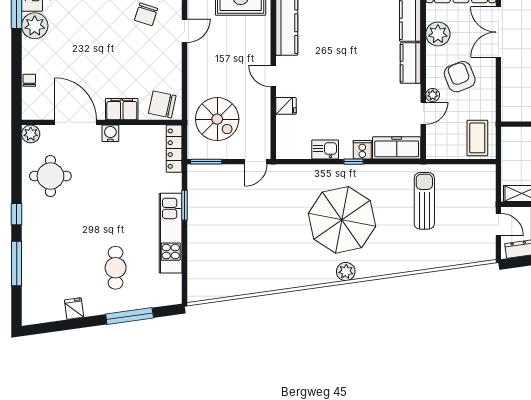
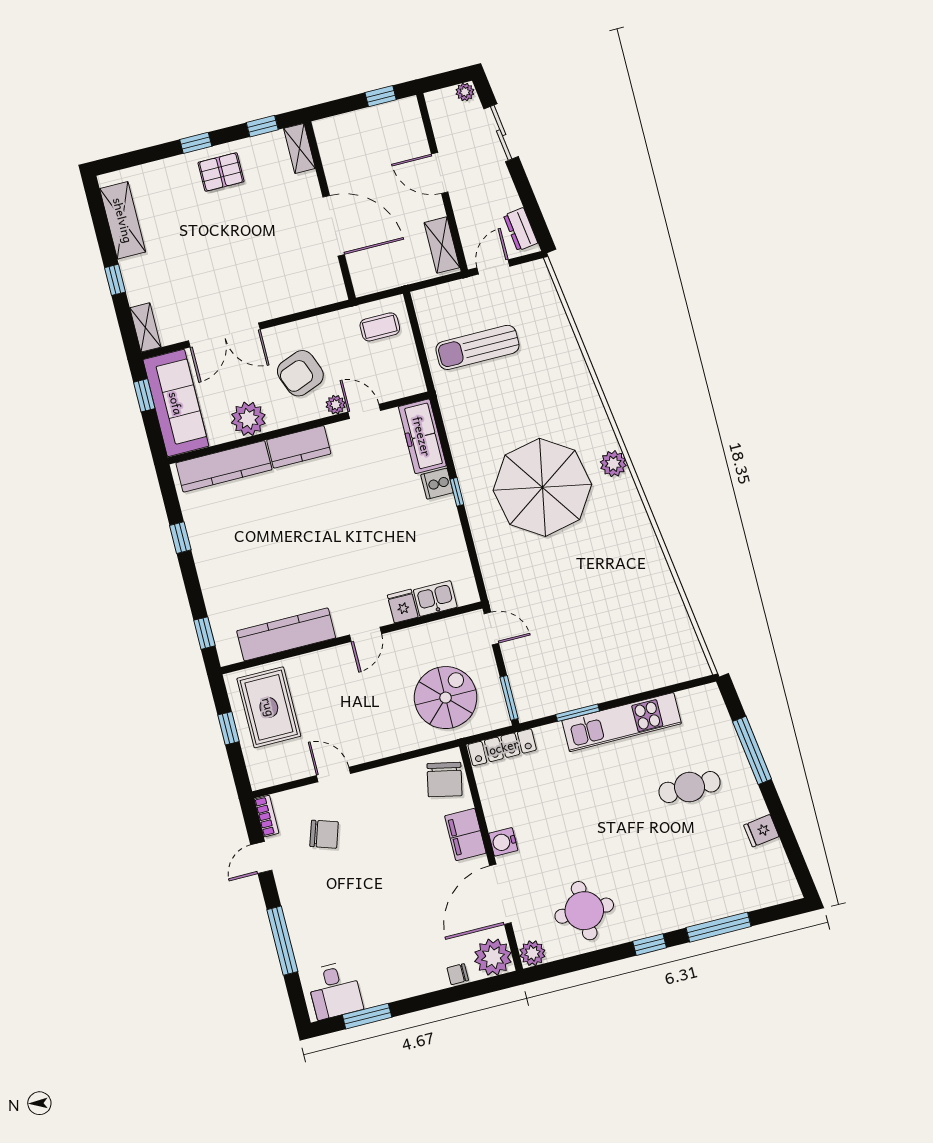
plant: (35, 26) -> (493, 957), moved
coffee table: (477, 138) -> (380, 327), width x0.73, depth x0.77
kitchen sink: (325, 149) -> (435, 599), moved, turned 90
sun lounger: (424, 201) -> (477, 347), moved

